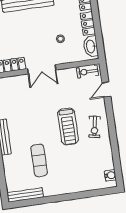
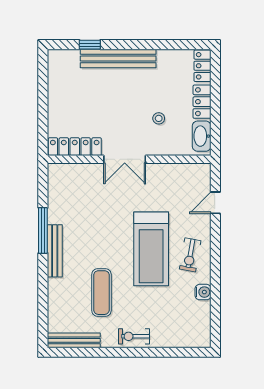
exercise bike: (87, 72) -> (134, 336), moved
treadmill: (68, 127) -> (151, 249), width x1.37, depth x1.38
water cooler: (110, 175) -> (203, 292), moved

